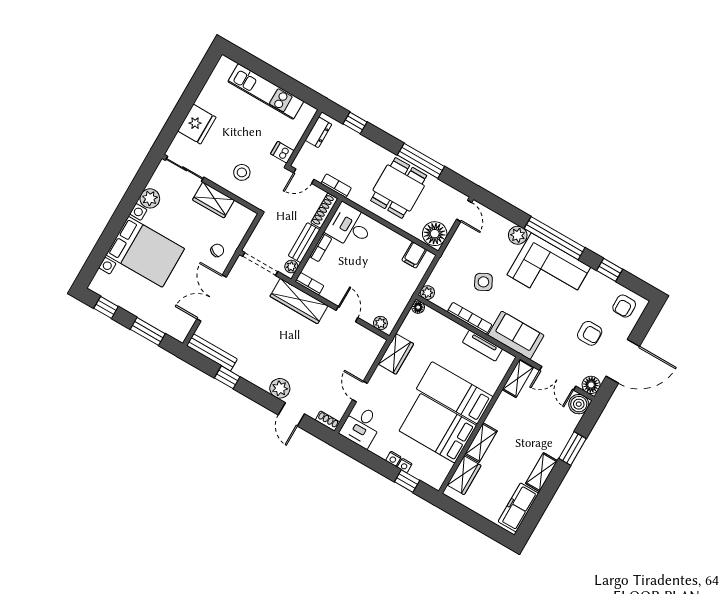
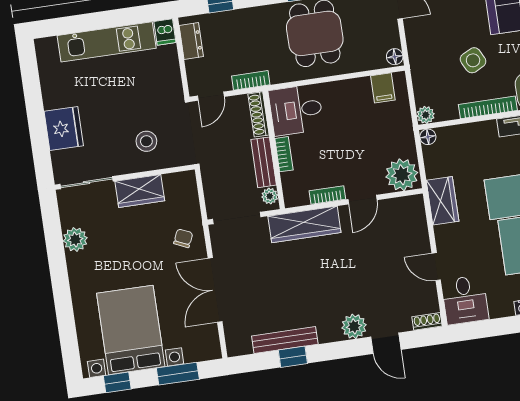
dishwasher: (282, 152) -> (165, 32), moved, turned -90
floor lamp: (435, 234) -> (395, 57), width x0.53, depth x0.53
bed with nightstands: (145, 252) -> (131, 330), moved, turned -90
bookcase: (309, 284) -> (327, 195), moved
door: (347, 314) -> (362, 200), swing flipped
plant: (380, 323) -> (402, 175), width x1.88, depth x1.88
bench: (212, 352) -> (285, 340), moved

